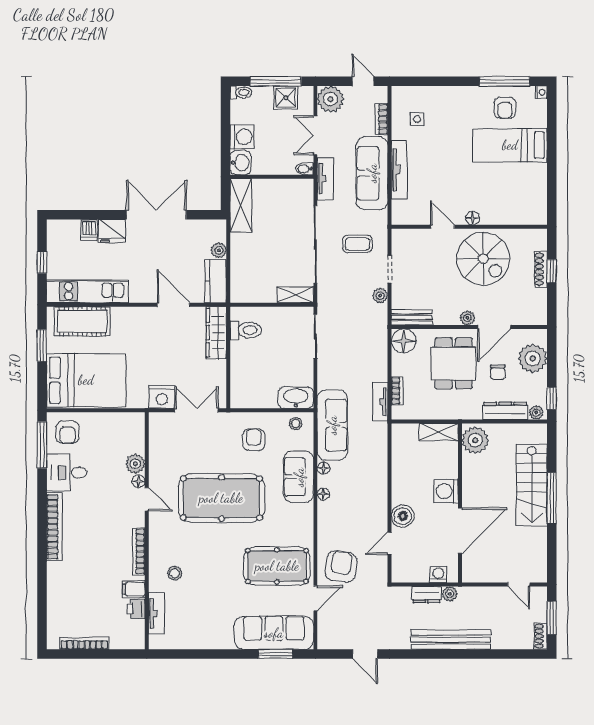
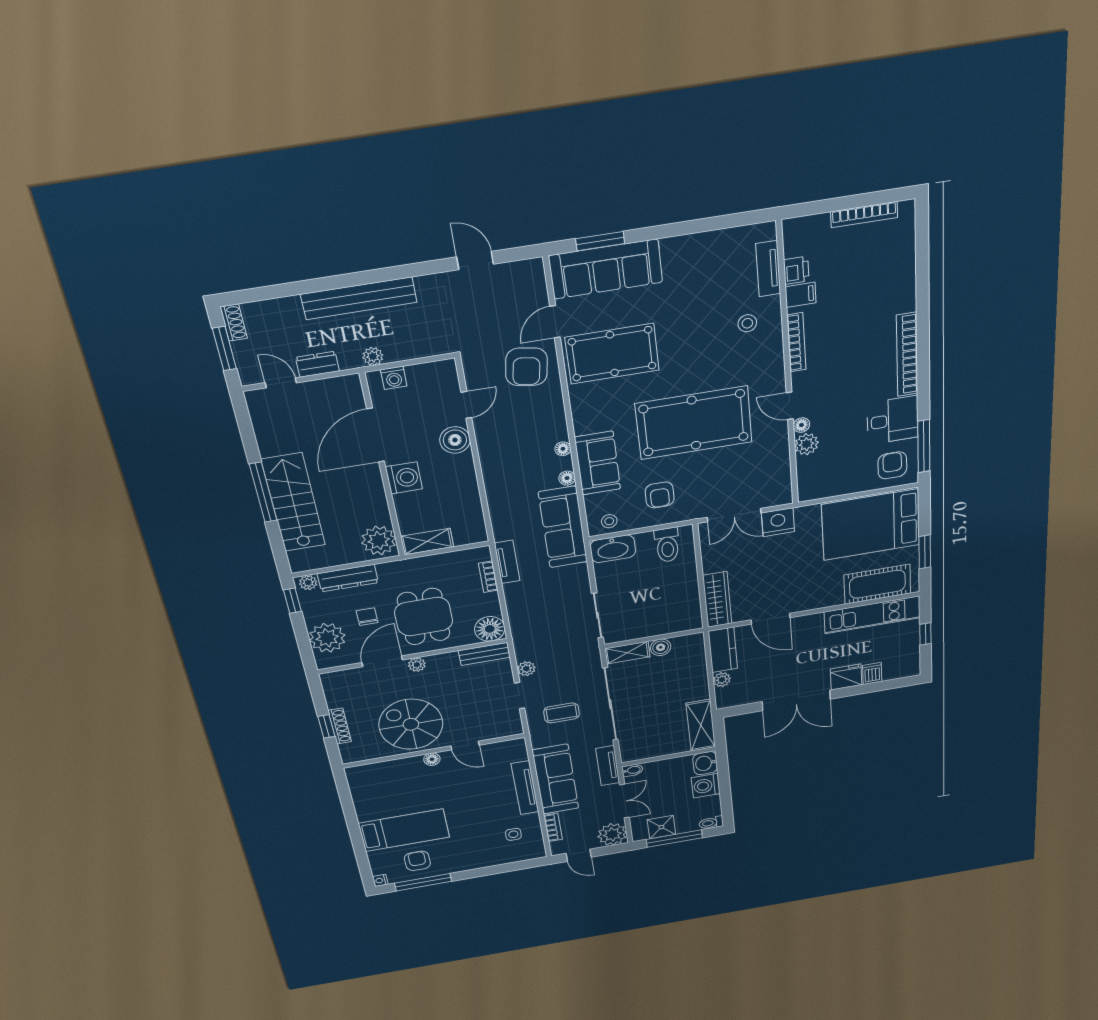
boiler: (267, 294) -> (661, 647), added
toilet: (246, 330) -> (667, 545), moved, turned -90
dresser: (426, 595) -> (317, 364), moved

